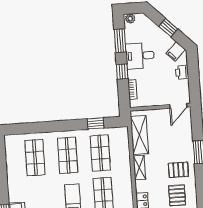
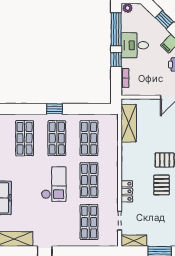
window: (120, 41) -> (116, 29), width x1.44
window: (96, 123) -> (54, 109), moved
shelving: (139, 168) -> (126, 155), removed

